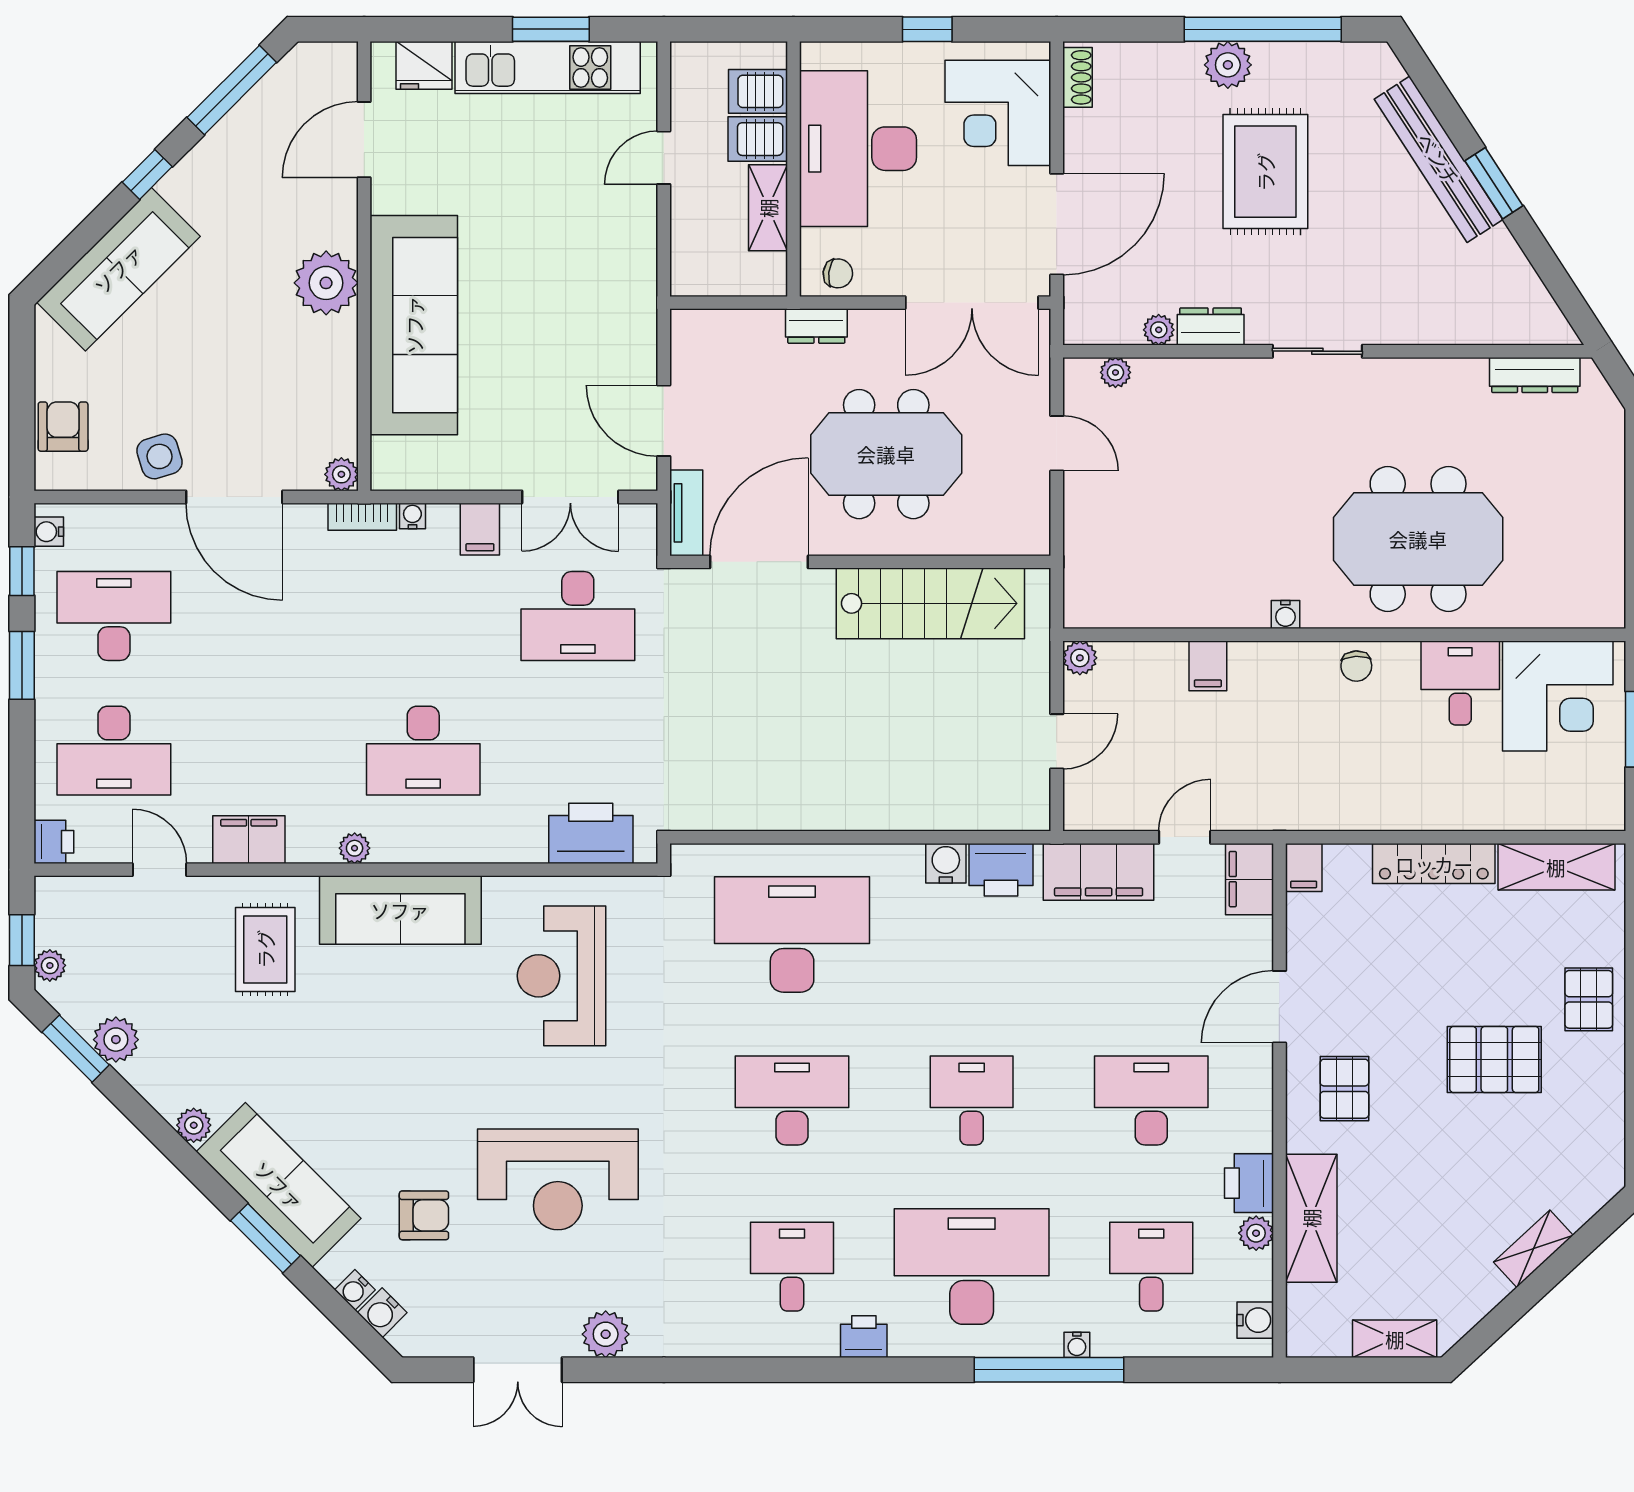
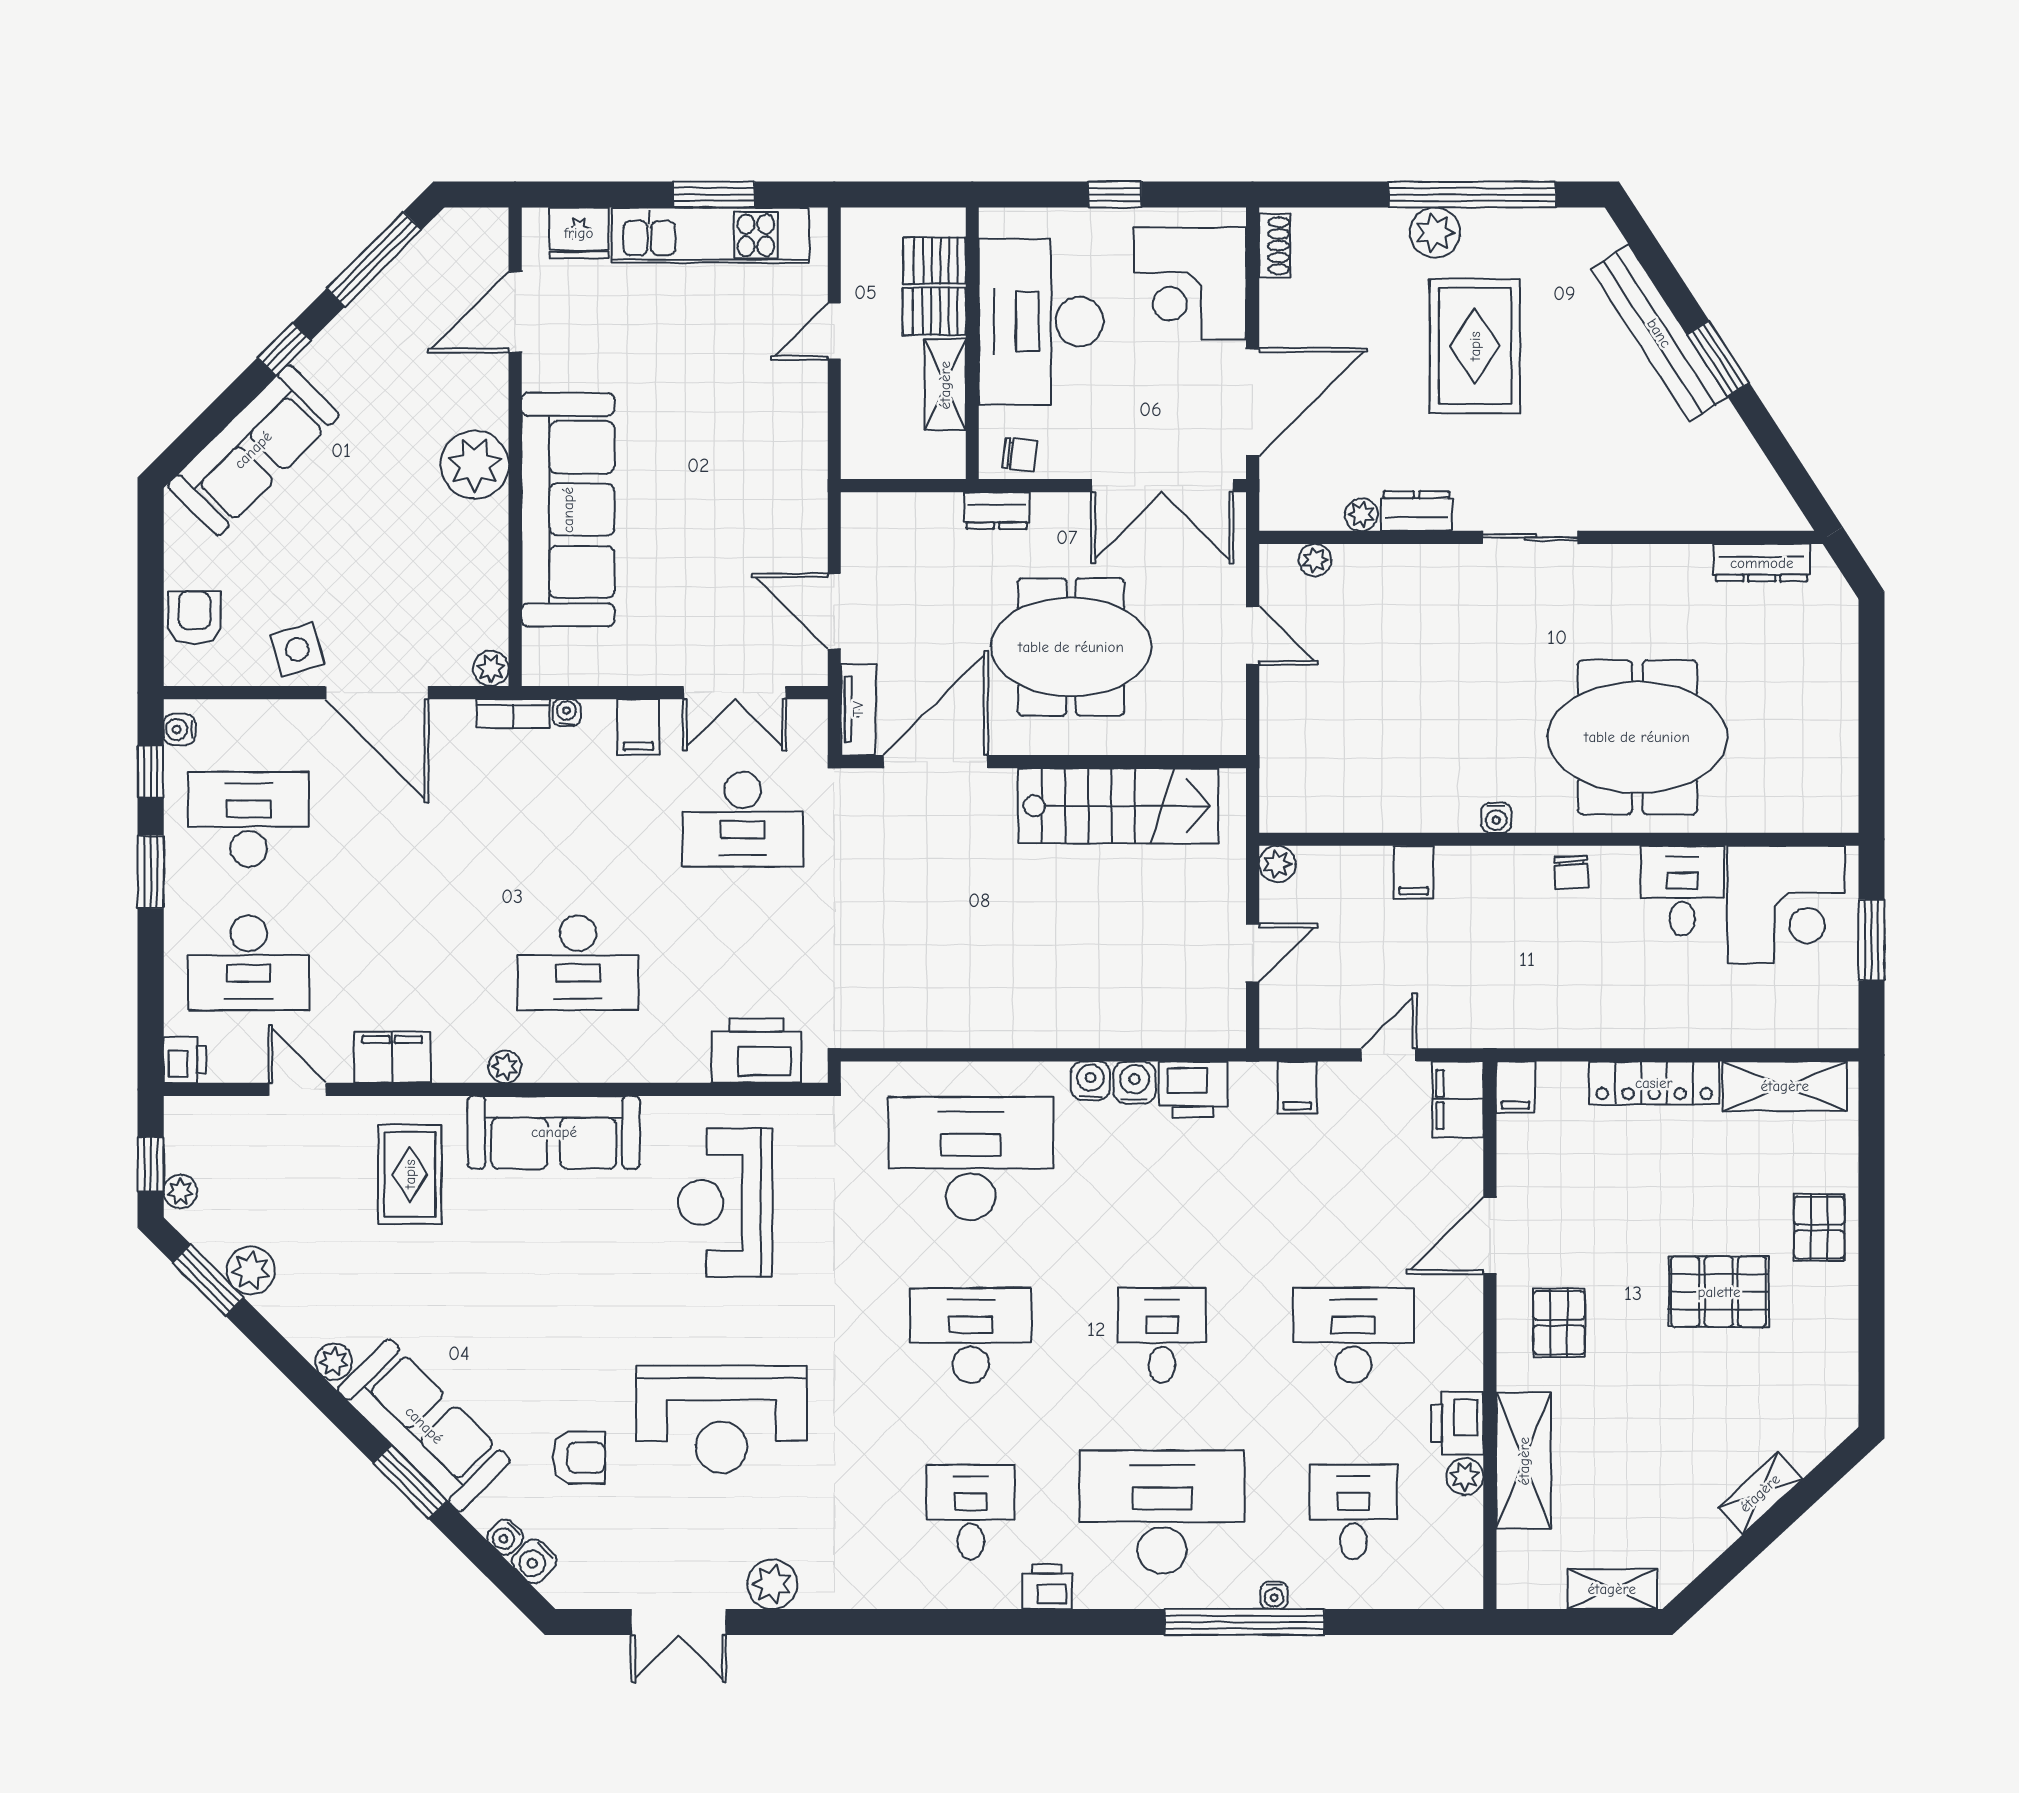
filing cabinet: (1099, 872) -> (1297, 1087), width x0.33, depth x0.86
water cooler: (1255, 1320) -> (1090, 1081), moved, turned -90

